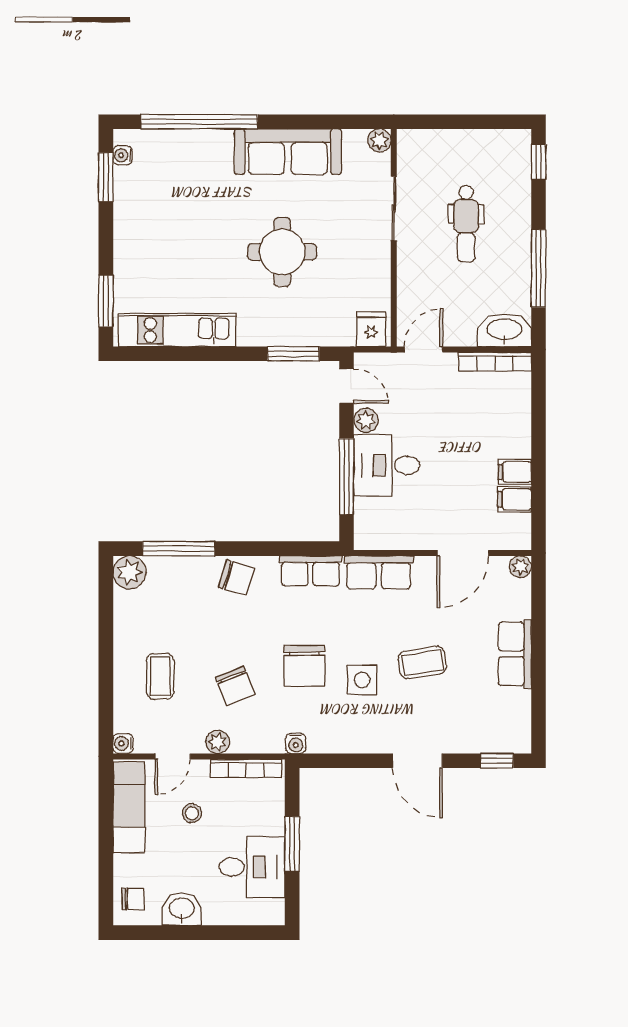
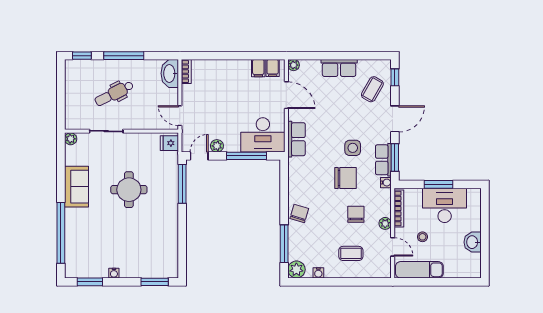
sofa: (288, 152) -> (76, 187), width x0.73
water cooler: (123, 155) -> (114, 273), moved
dental chair: (466, 224) -> (114, 93), turned 153
window: (539, 268) -> (124, 56), moved
kitchen unit: (177, 330) -> (170, 244), removed
window: (293, 354) -> (182, 184), width x1.44
bookcase: (495, 362) -> (186, 71), width x0.64
desk: (387, 465) -> (263, 135), moved, width x1.37
filing cabinet: (515, 472) -> (273, 68), moved
row of seats: (311, 571) -> (383, 160), moved, turned 180
coffee table: (422, 663) -> (372, 89), moved, turned 39
chair: (235, 686) -> (356, 214), turned -68
water cooler: (123, 744) -> (318, 273), moved
window: (344, 761) -> (395, 157), added
desk: (252, 867) -> (445, 205), width x1.37
chair: (133, 899) -> (467, 268), removed

